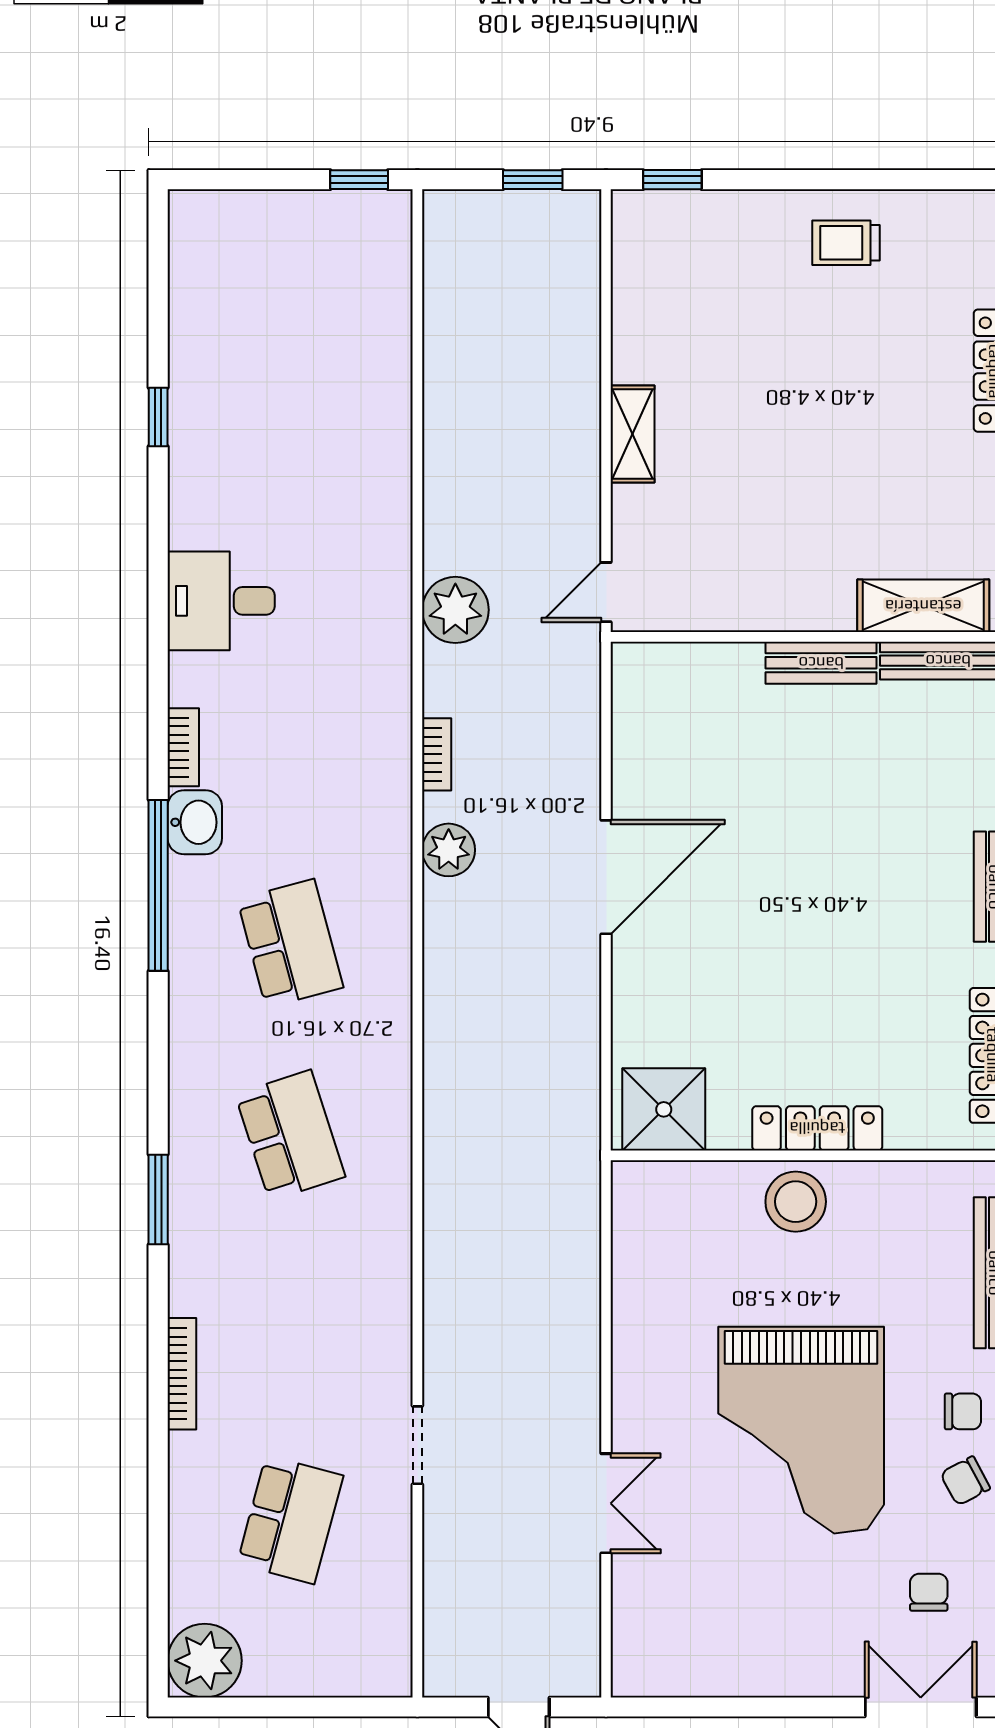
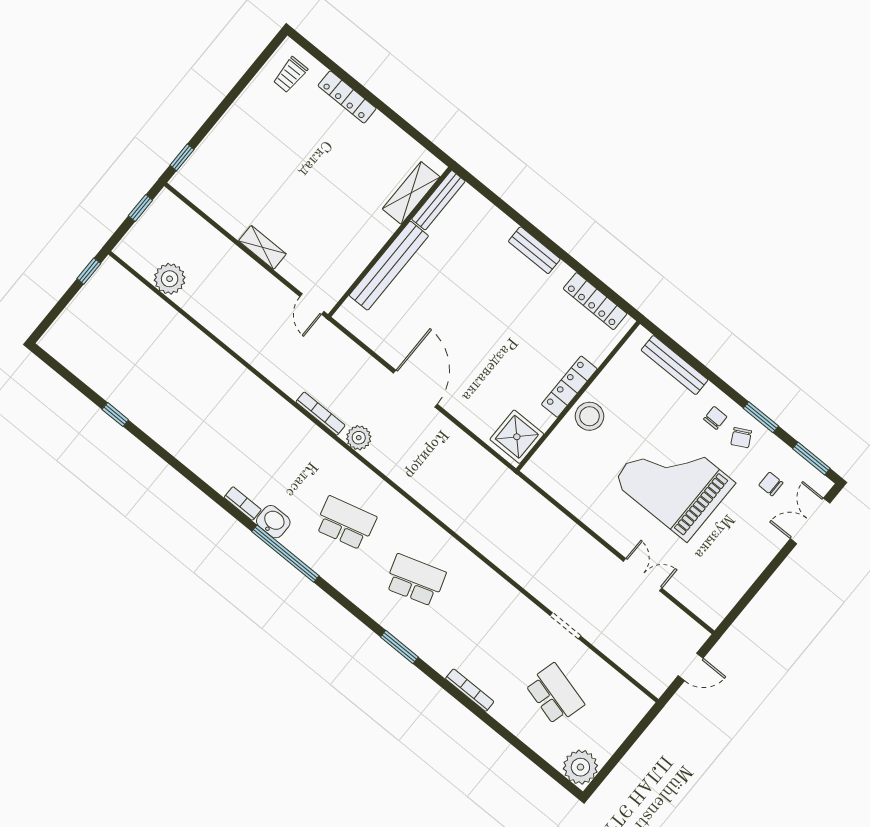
trolley: (846, 243) -> (290, 75), moved
desk: (221, 601) -> (201, 446), removed
plant: (455, 610) -> (170, 279), moved
bench: (821, 663) -> (389, 266), width x1.86, depth x1.21
bookcase: (437, 754) -> (321, 414), width x1.56
grand piano: (801, 1430) -> (674, 482), turned 180

